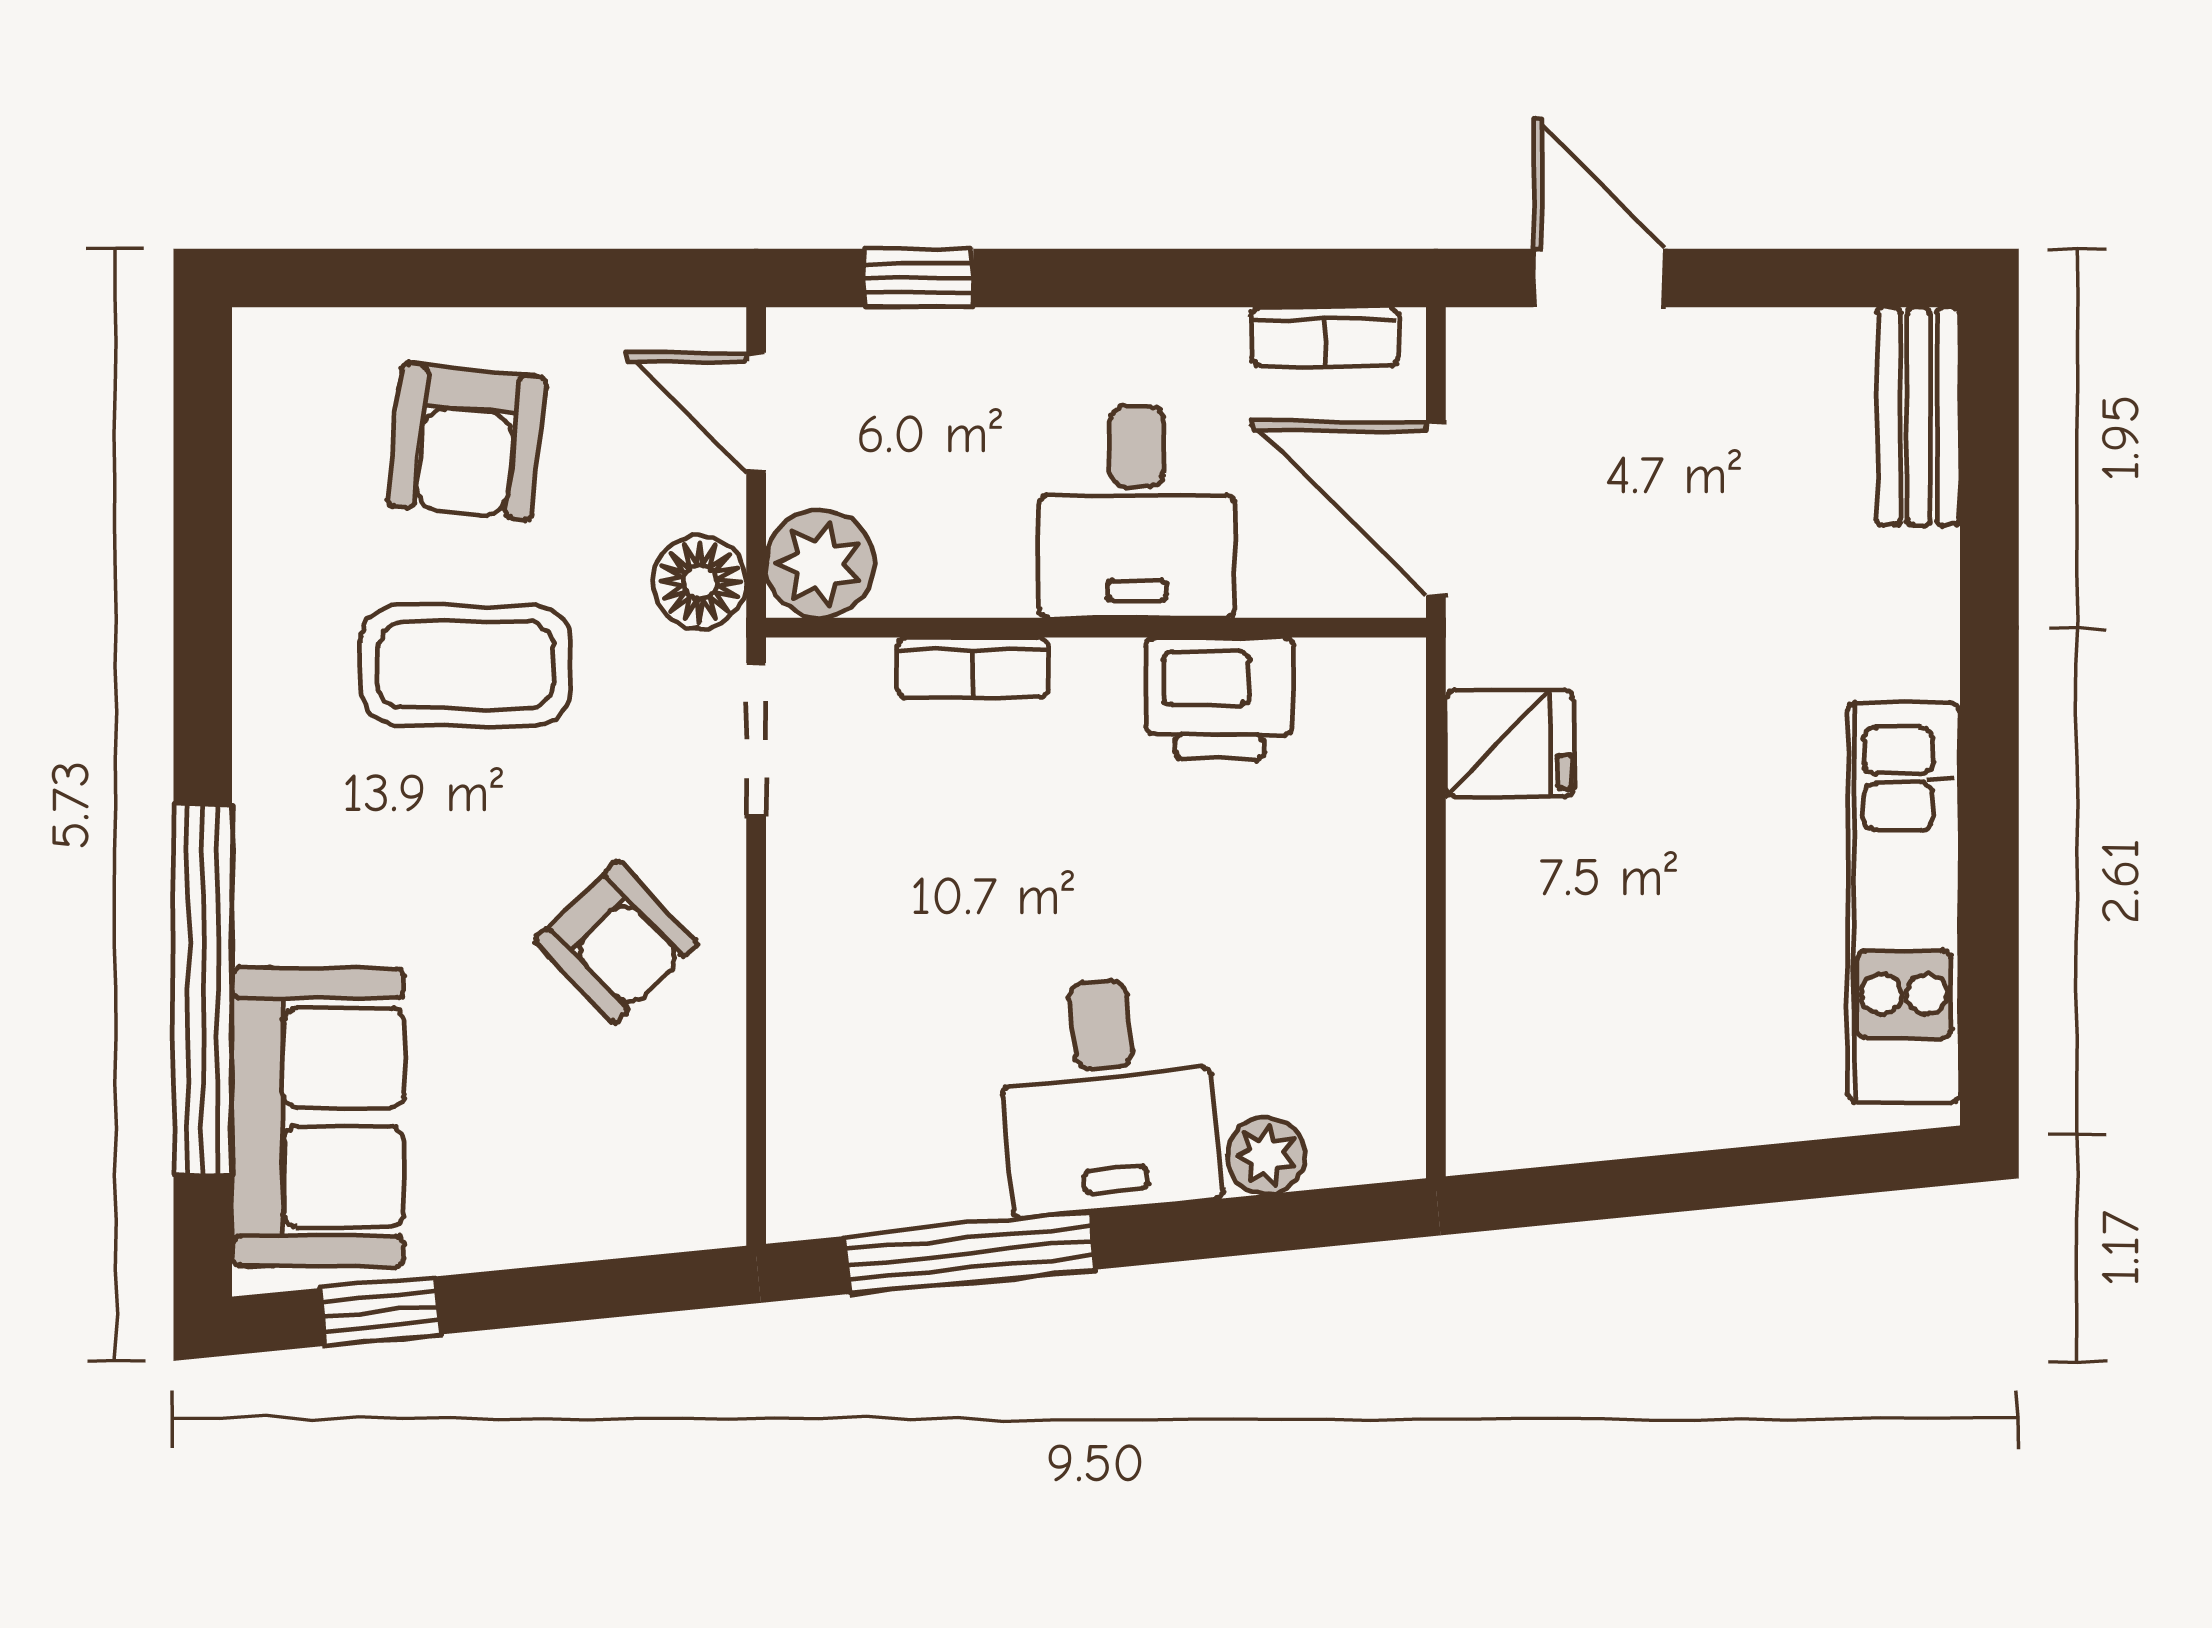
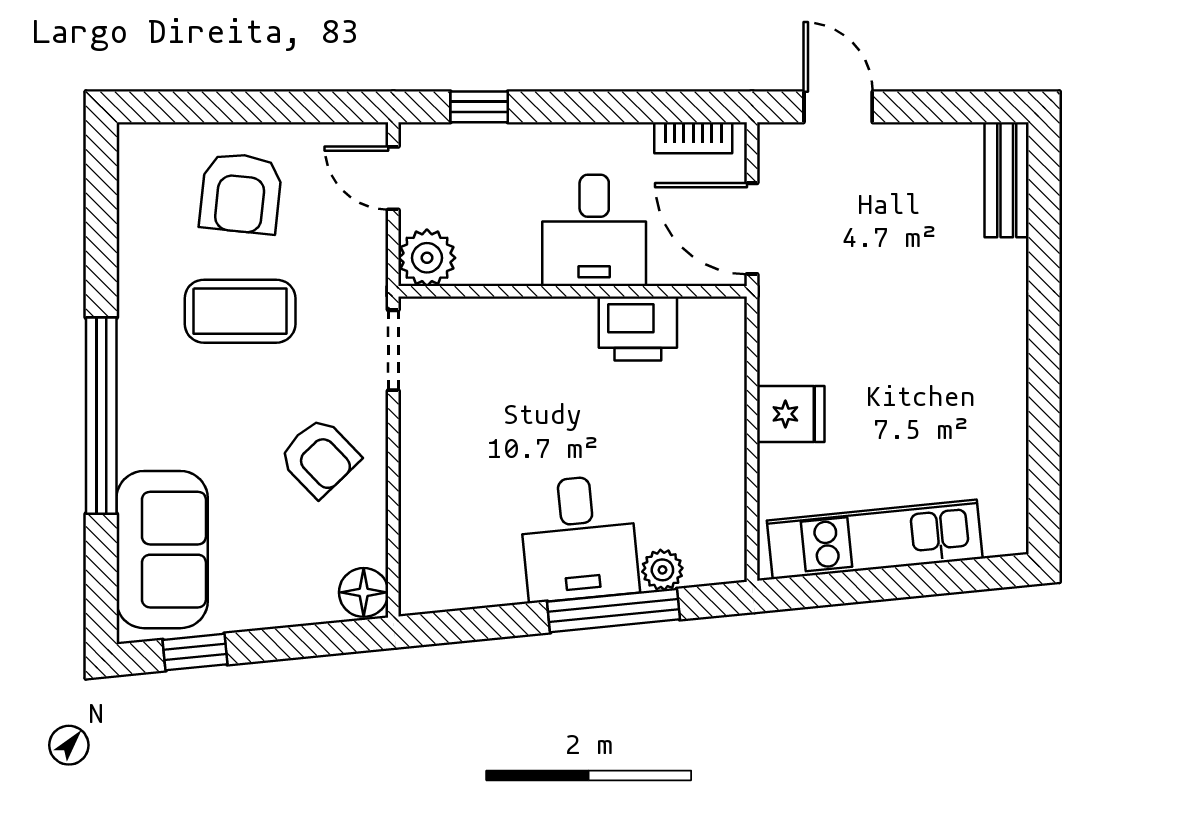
floor lamp: (700, 582) -> (364, 592), moved
bookcase: (972, 668) -> (507, 312), removed
fridge: (1509, 744) -> (791, 414), moved
kitchen unit: (1904, 902) -> (875, 539), moved, turned 84
window: (203, 990) -> (101, 416), moved
window: (970, 1253) -> (614, 611), moved

